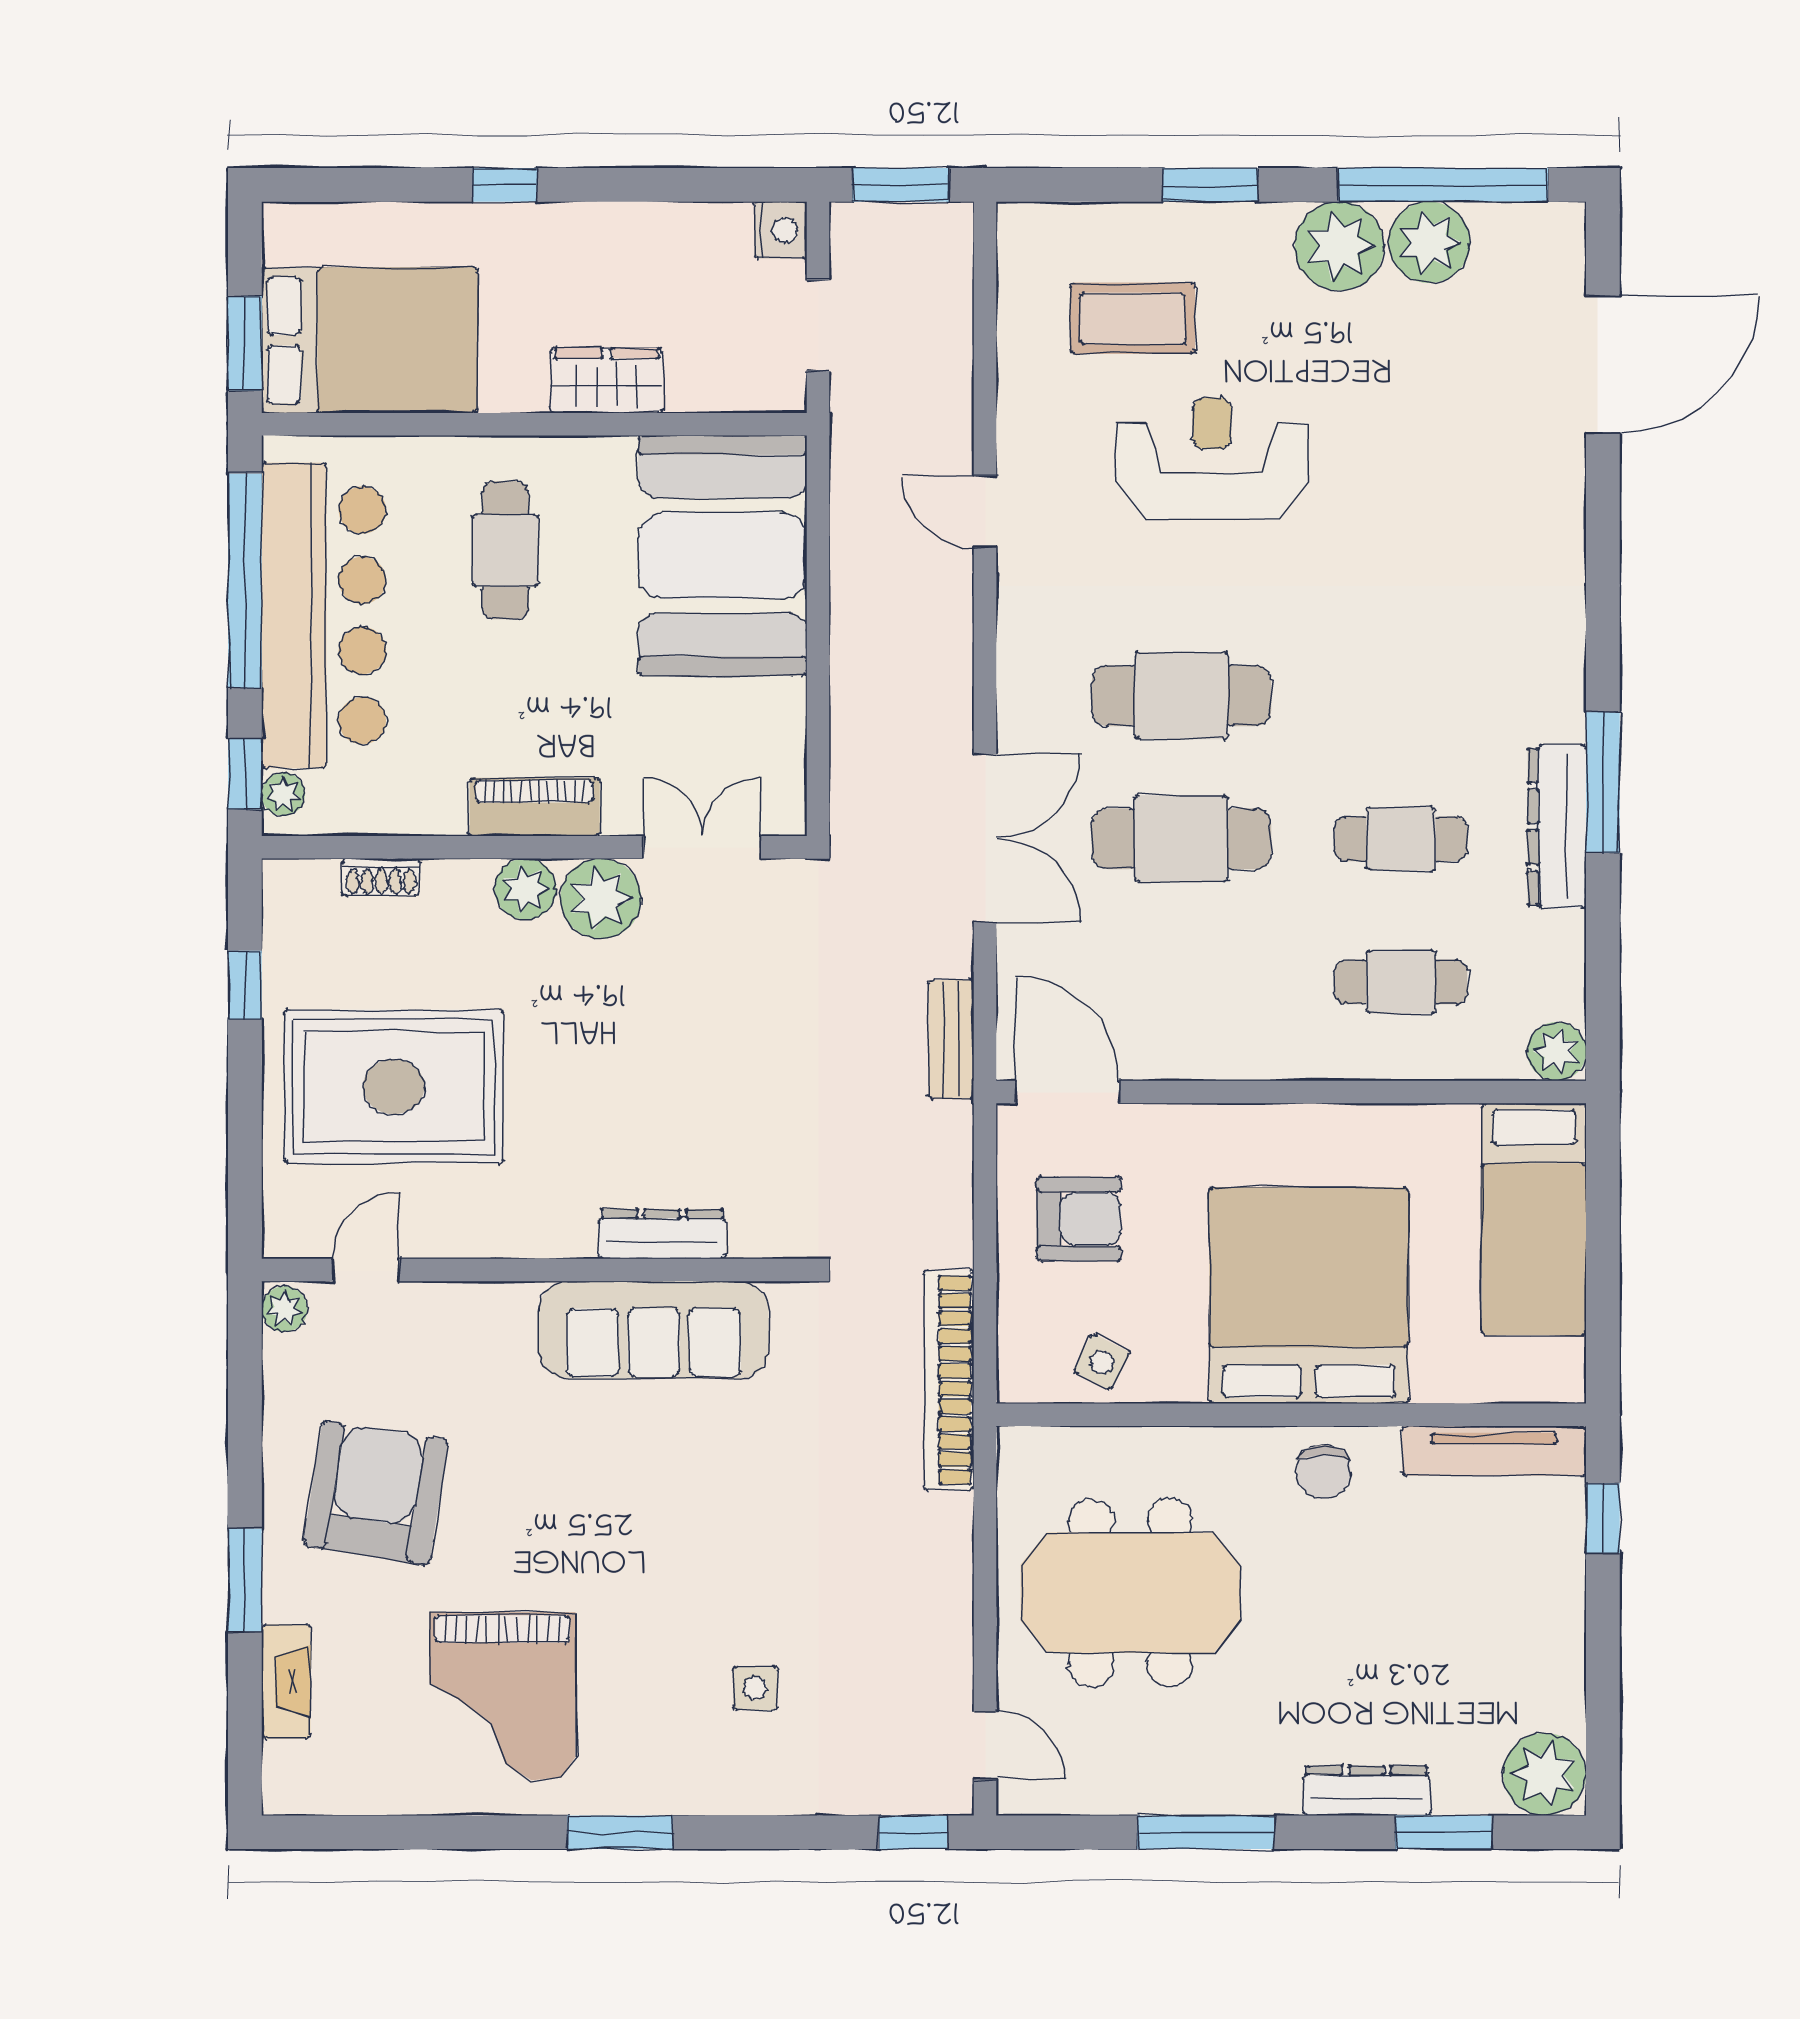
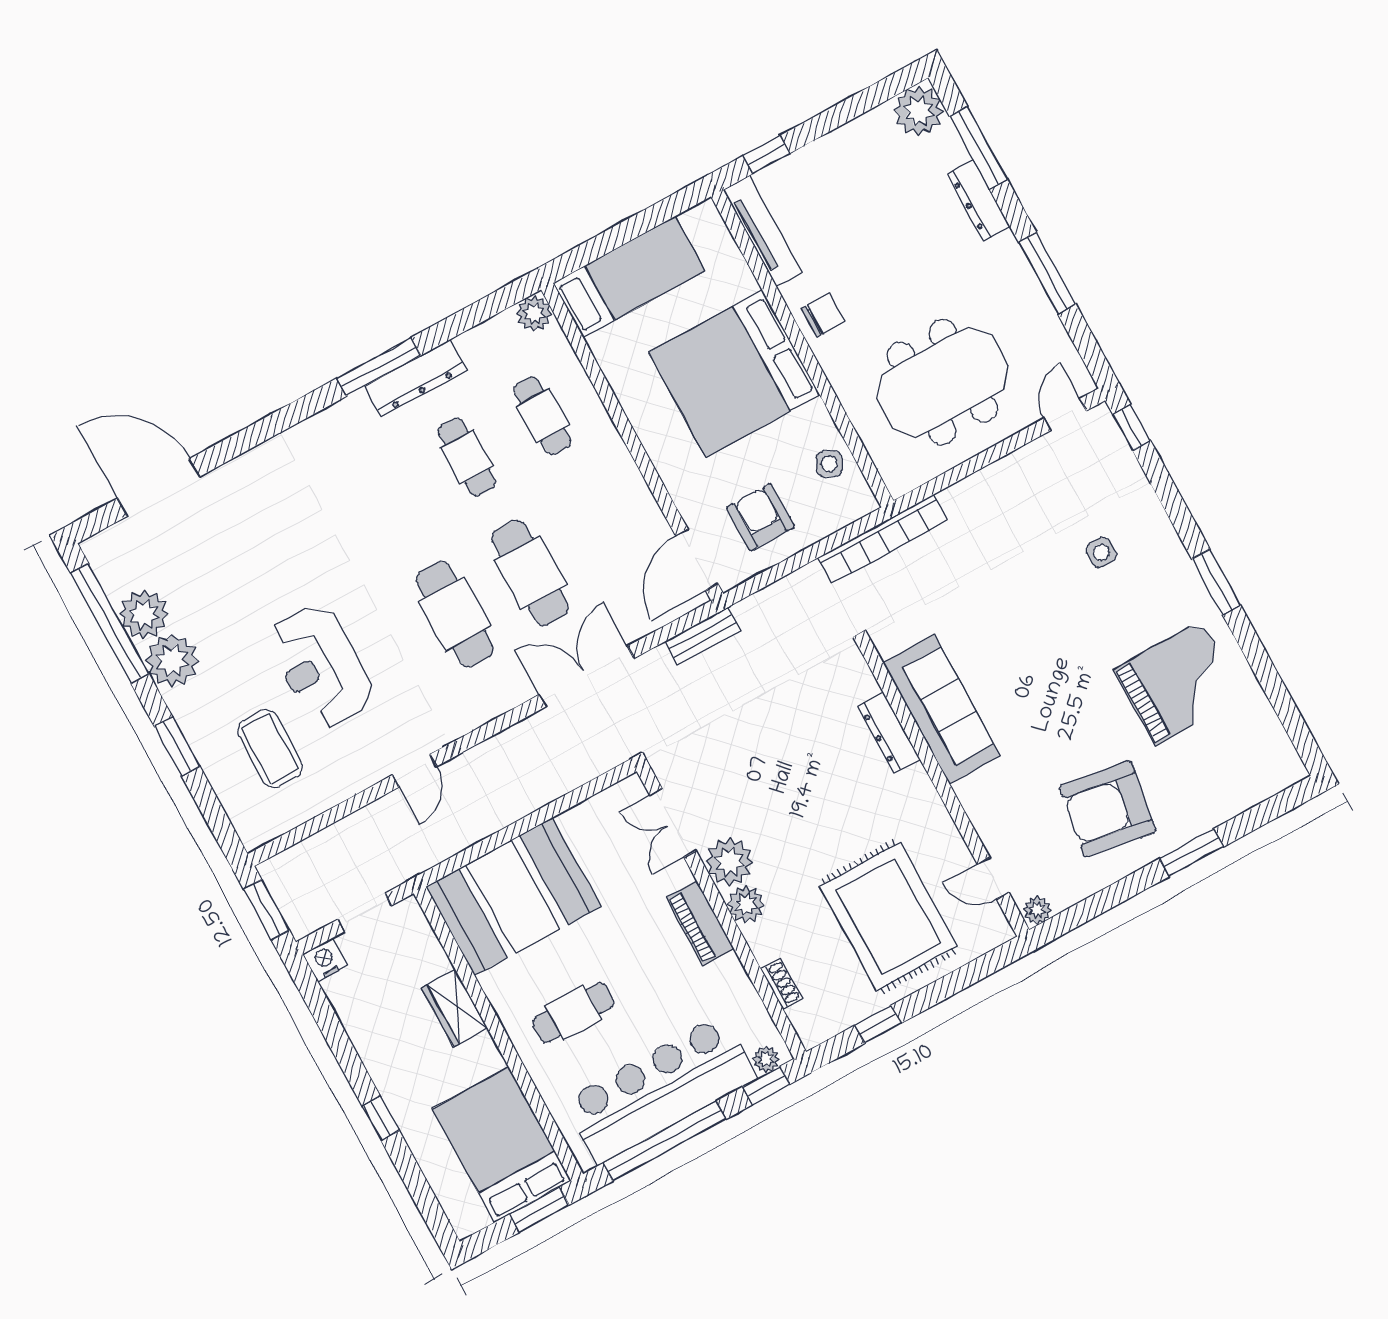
meeting table: (1130, 1593) -> (942, 382), turned 90
fireplace: (286, 1682) -> (1233, 802), removed
window: (1443, 1832) -> (978, 148), width x1.44

